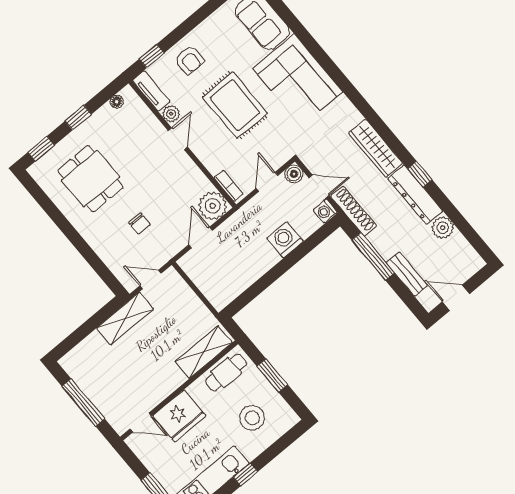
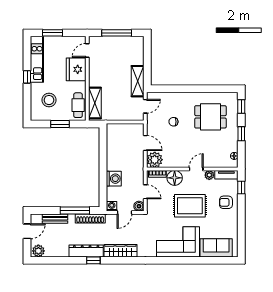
door: (178, 139) -> (196, 169), swing flipped
floor lamp: (215, 158) -> (175, 178), added
shoe rack: (354, 211) -> (90, 218), moved
plant: (443, 228) -> (38, 251), moved

